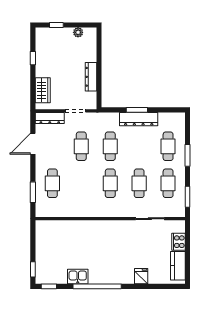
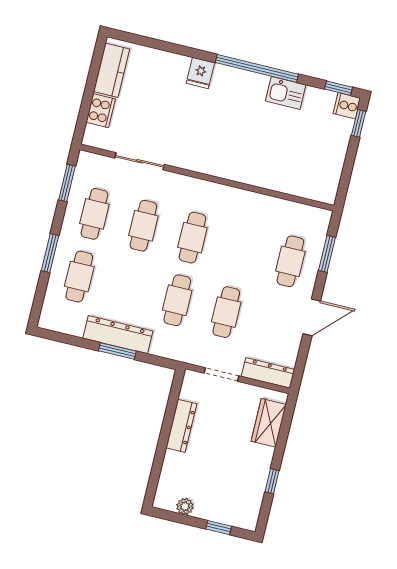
door: (33, 144) -> (312, 317), moved
fridge: (141, 276) -> (200, 73), moved
cooker: (42, 278) -> (347, 106), added

